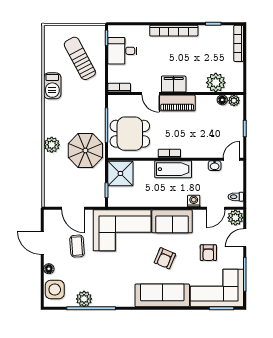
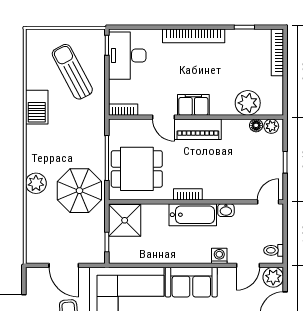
desk: (122, 51) -> (127, 56), width x1.37
washbasin: (215, 166) -> (226, 210), moved

